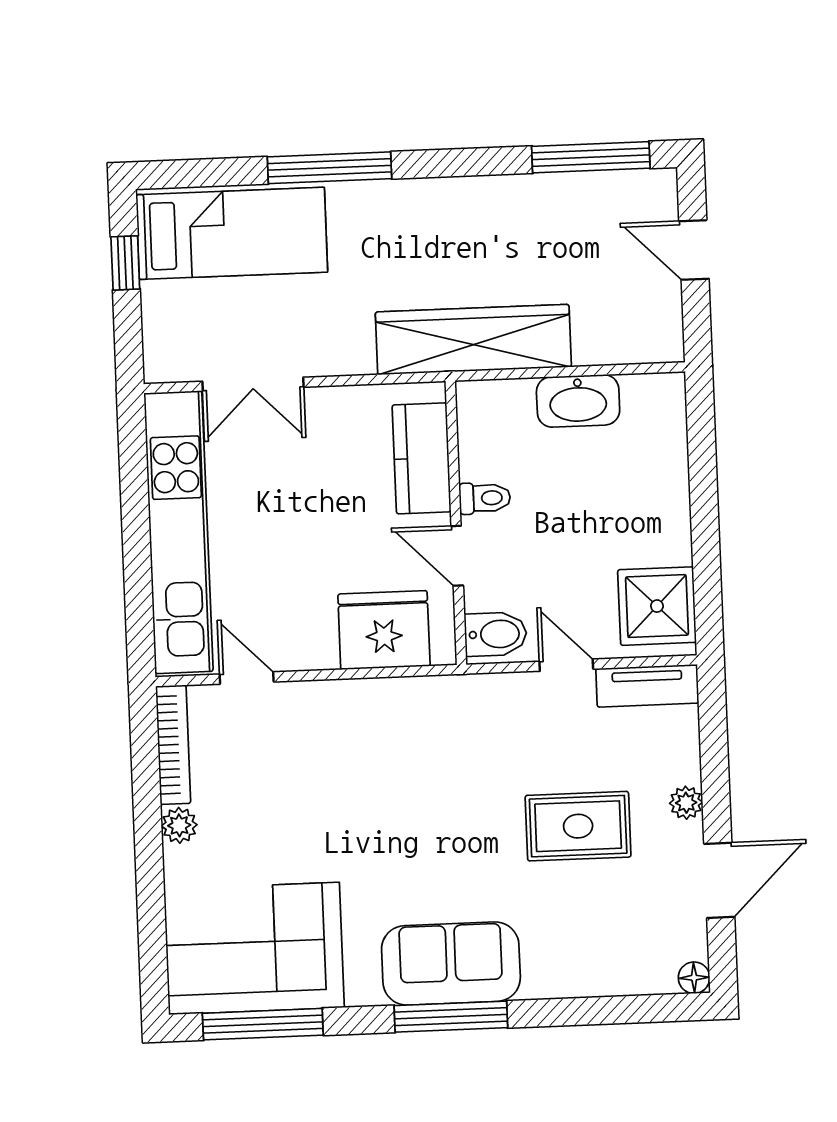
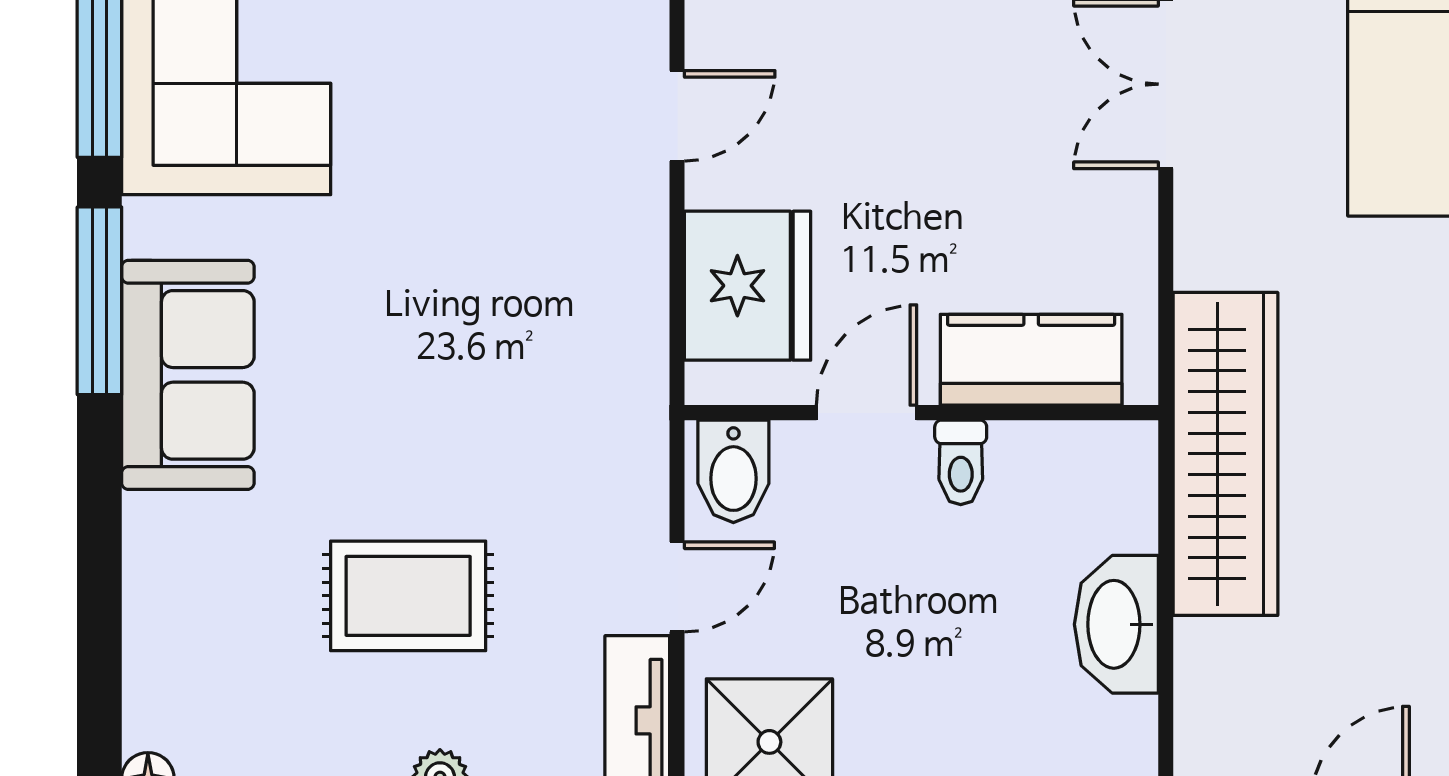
door: (247, 678) -> (677, 116), moved
rug: (578, 826) -> (408, 596), turned 90
window: (451, 1017) -> (99, 301), moved

